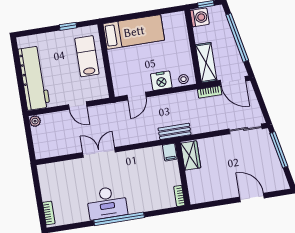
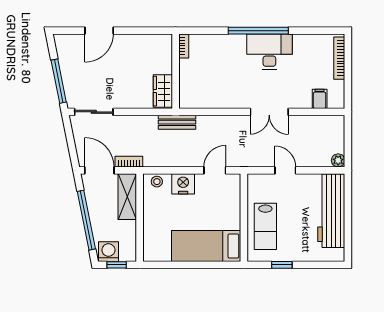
washing machine: (200, 17) -> (108, 252), moved, turned 90
filing cabinet: (170, 152) -> (320, 99), moved
door: (252, 198) -> (99, 31), hinge flipped
bookcase: (49, 213) -> (339, 58), width x1.56

